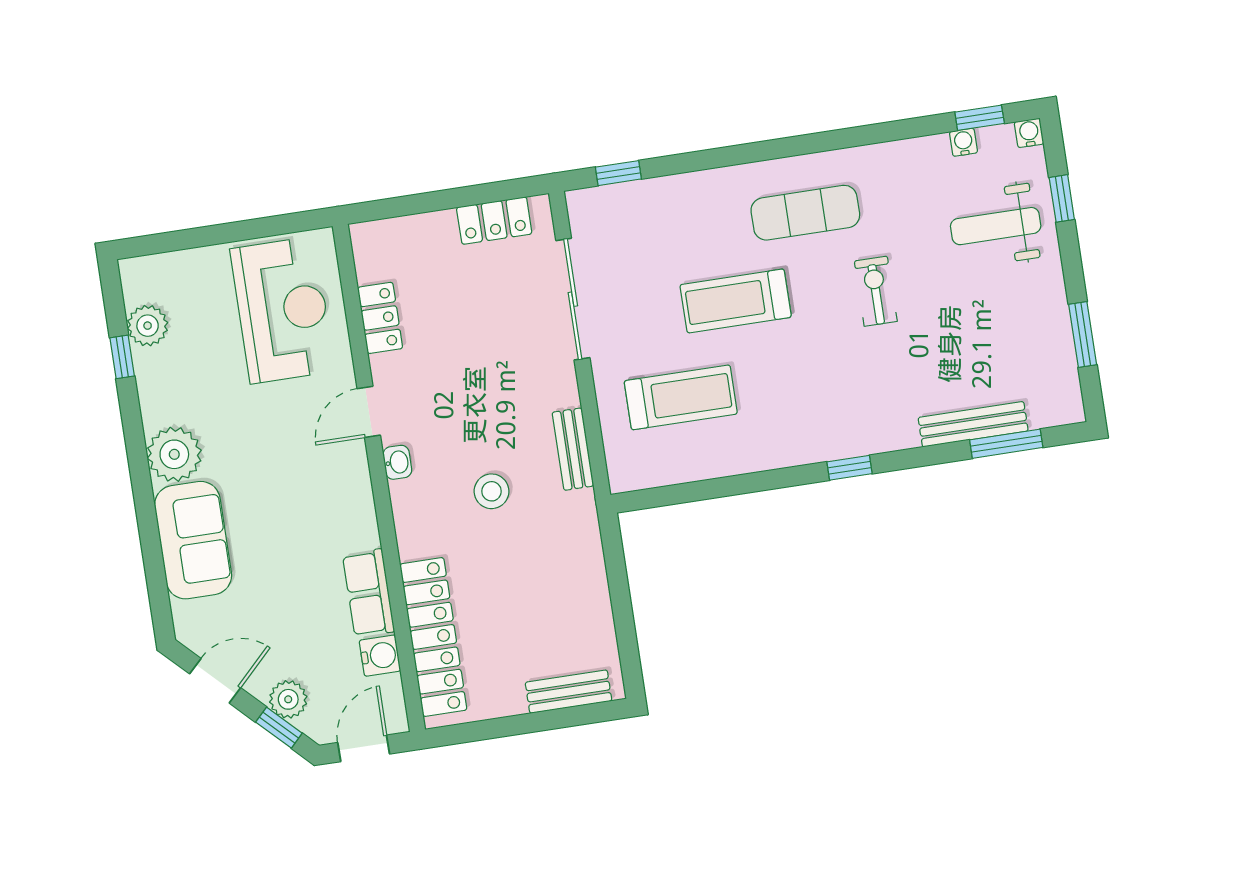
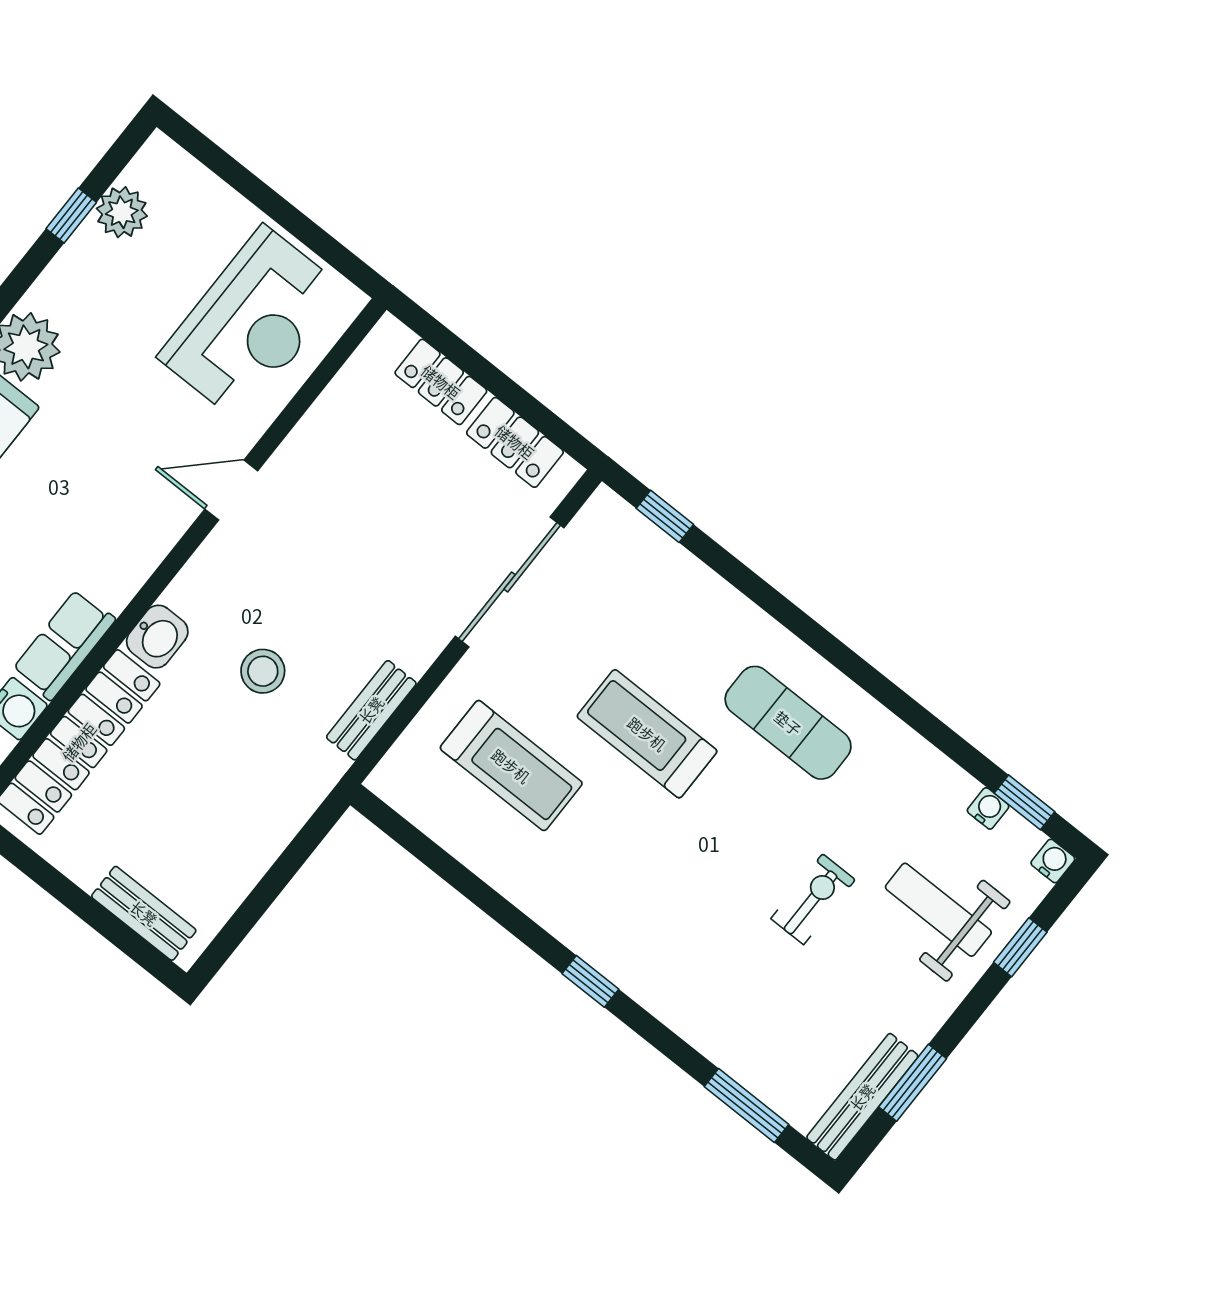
exercise bike: (876, 291) -> (813, 899), moved
locker: (380, 318) -> (441, 382), moved, turned 90
bench: (973, 424) -> (862, 1097), moved, turned 90
washbasin: (397, 462) -> (157, 637), moved, width x1.38, depth x1.45

